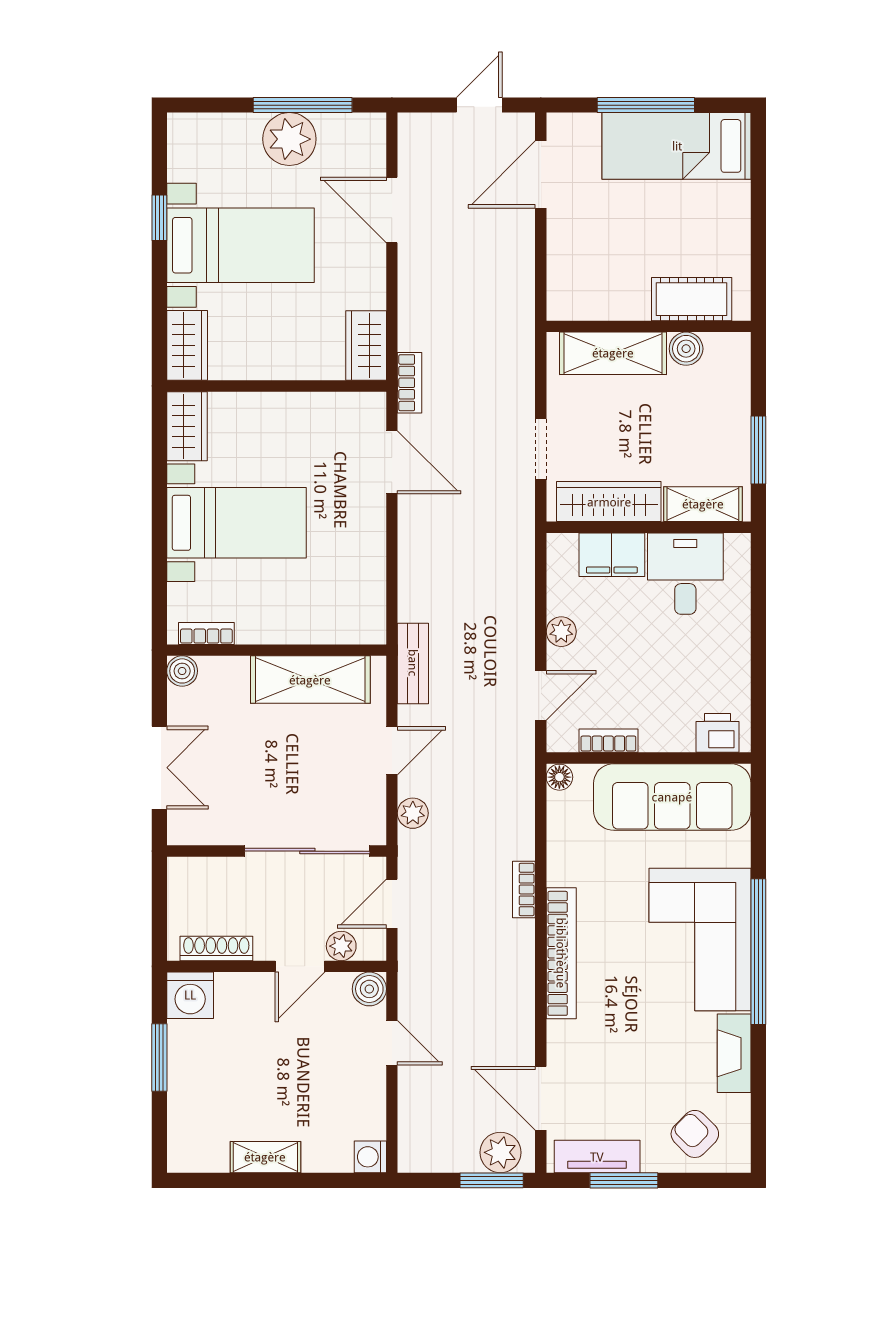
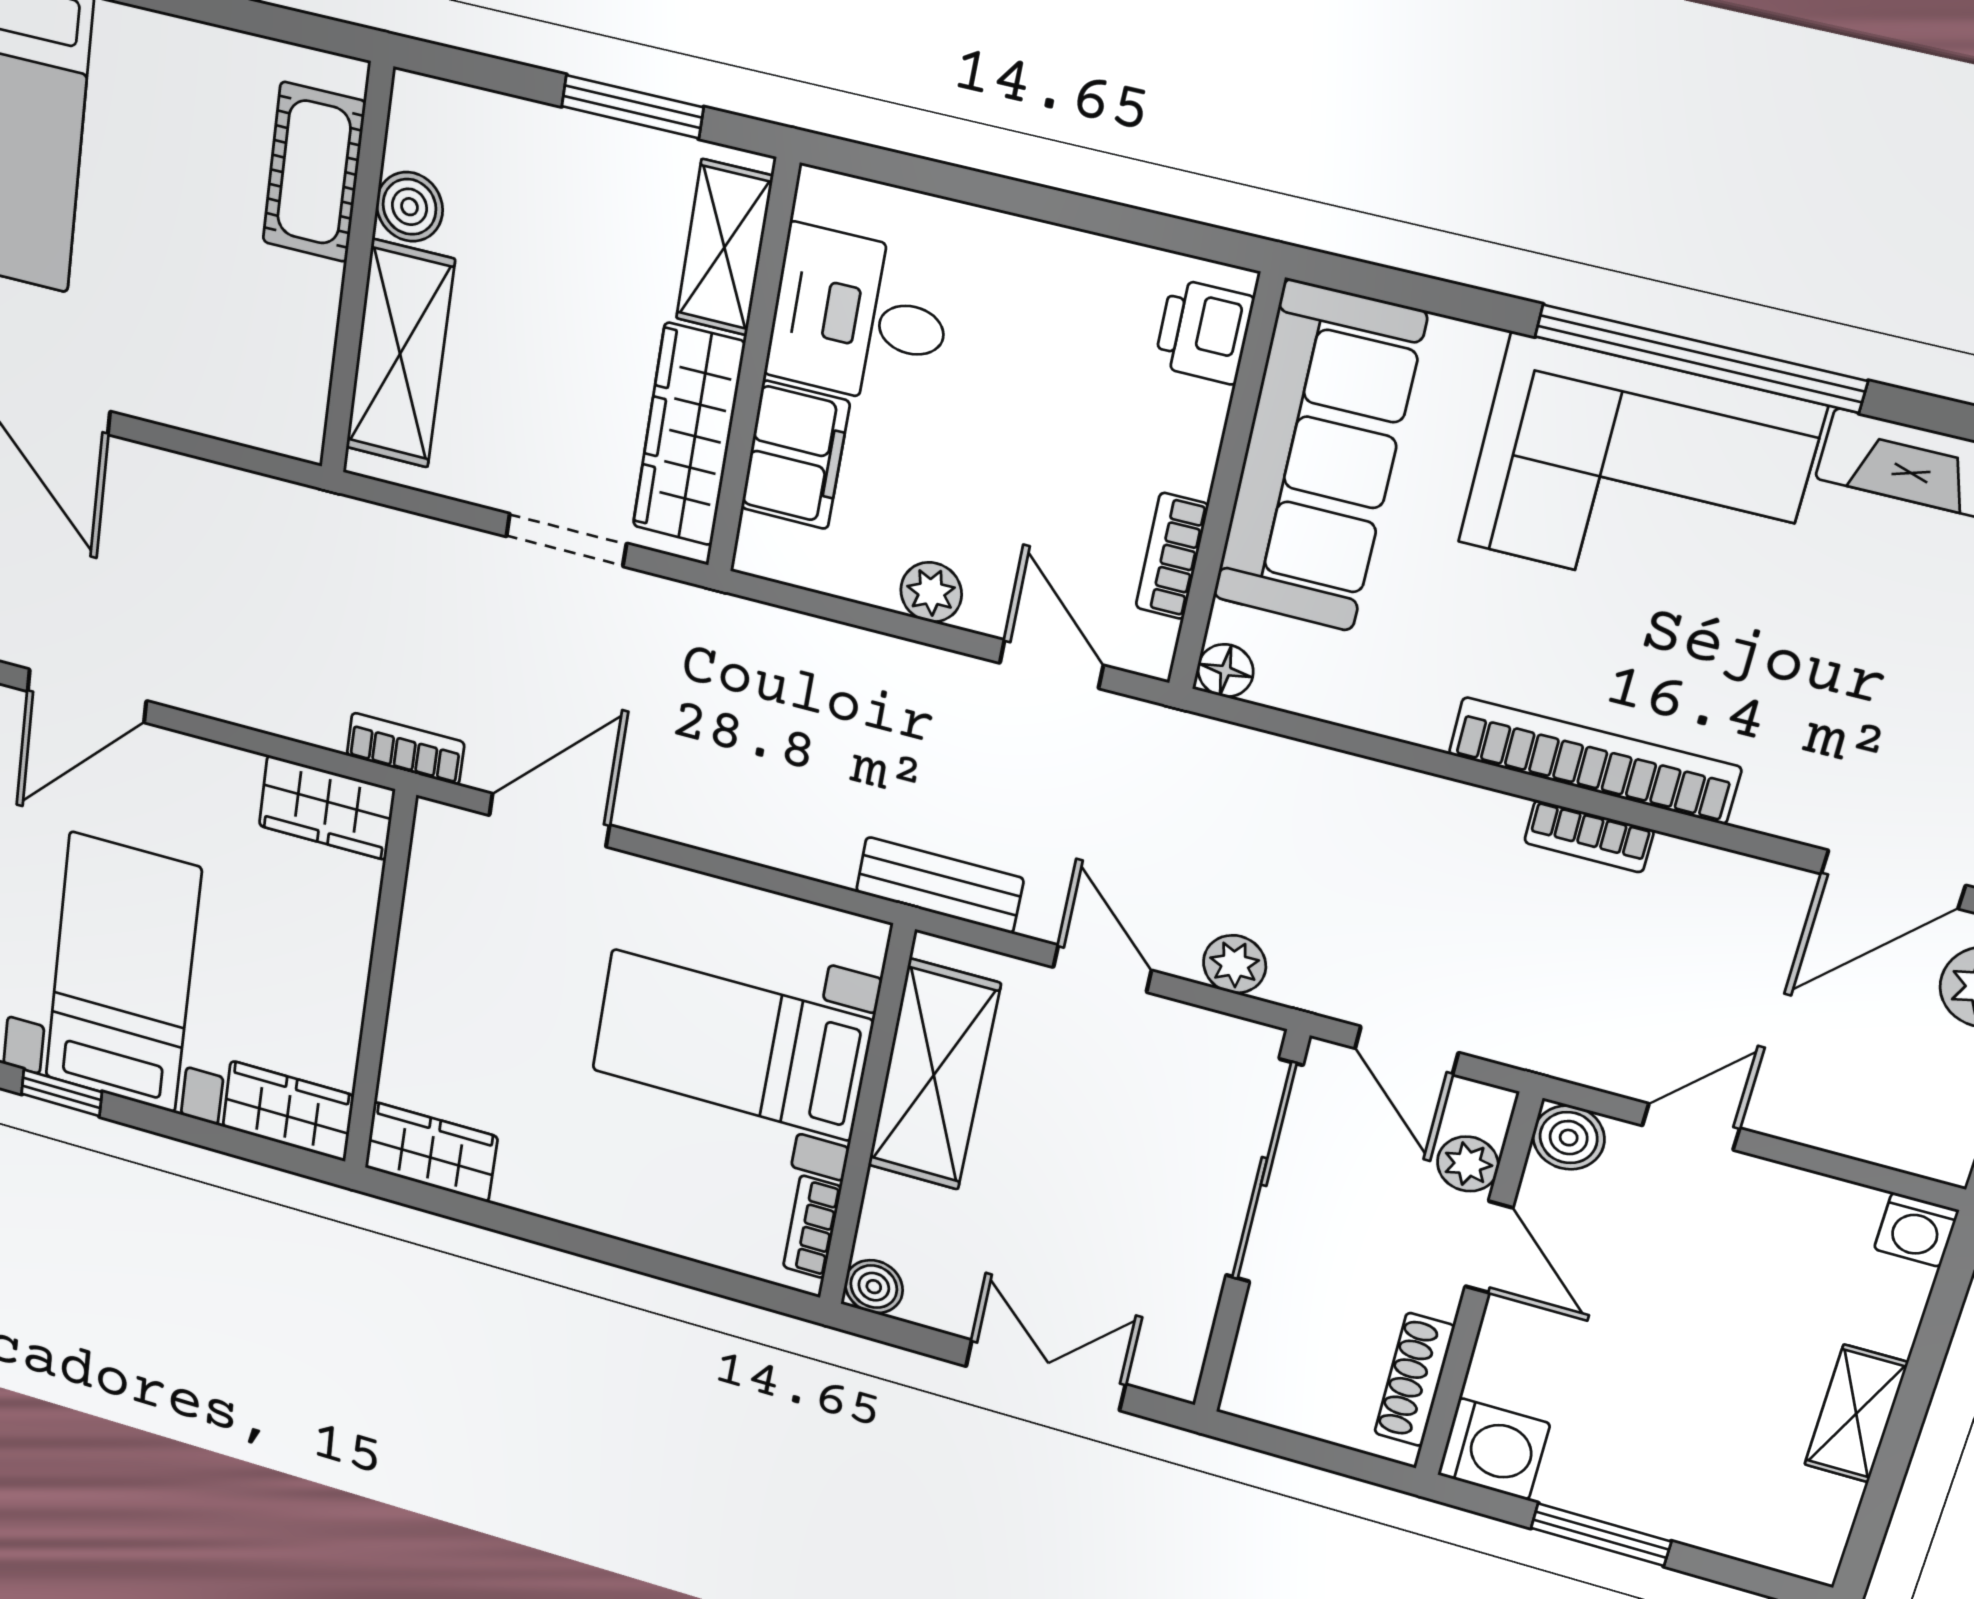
bed with nightstands: (236, 523) -> (732, 1045), moved, turned -90
bookcase: (524, 889) -> (1589, 836), moved

